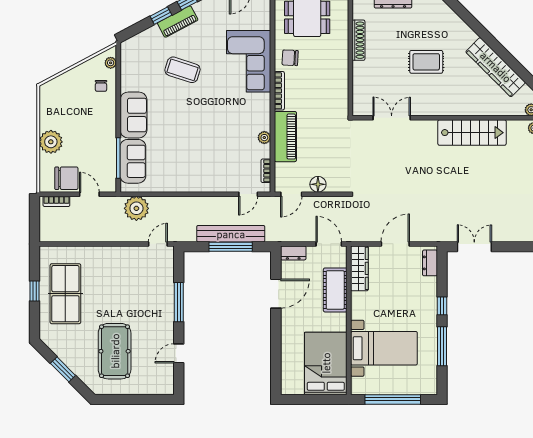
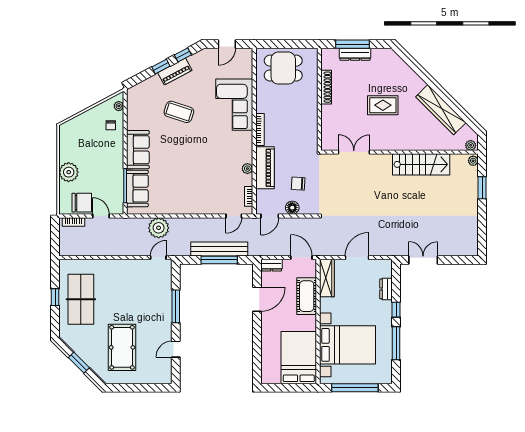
chair: (290, 58) -> (298, 184), moved
plant: (136, 208) -> (159, 228), moved
dresser: (430, 263) -> (386, 289), moved
bed with nightstands: (384, 348) -> (347, 345), width x1.36

